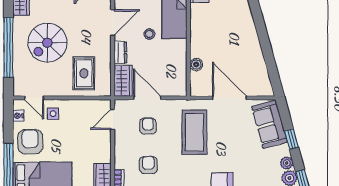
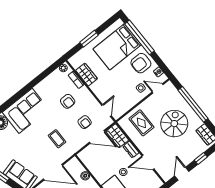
door: (113, 22) -> (148, 162), hinge flipped
coffee table: (194, 132) -> (57, 139), width x0.54, depth x0.58
armchair: (30, 142) -> (141, 63), turned 92

